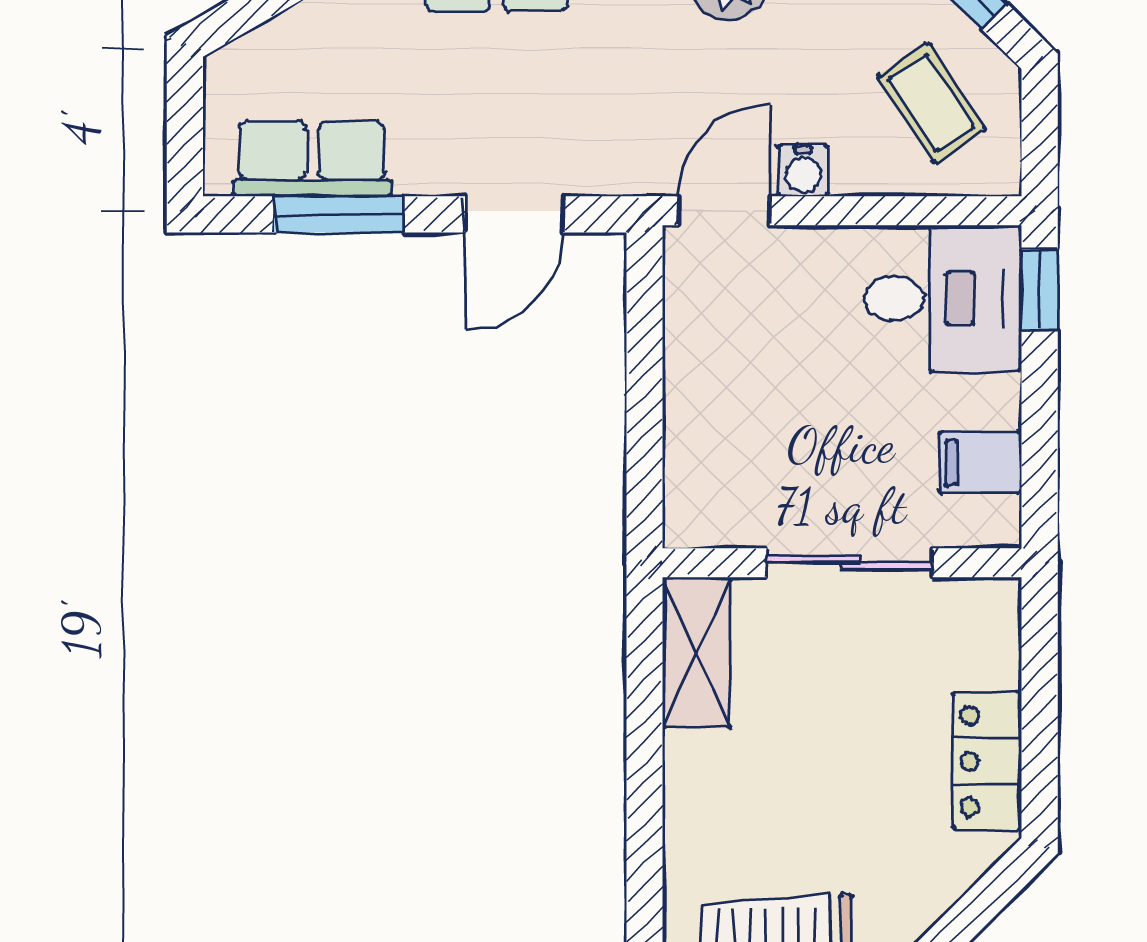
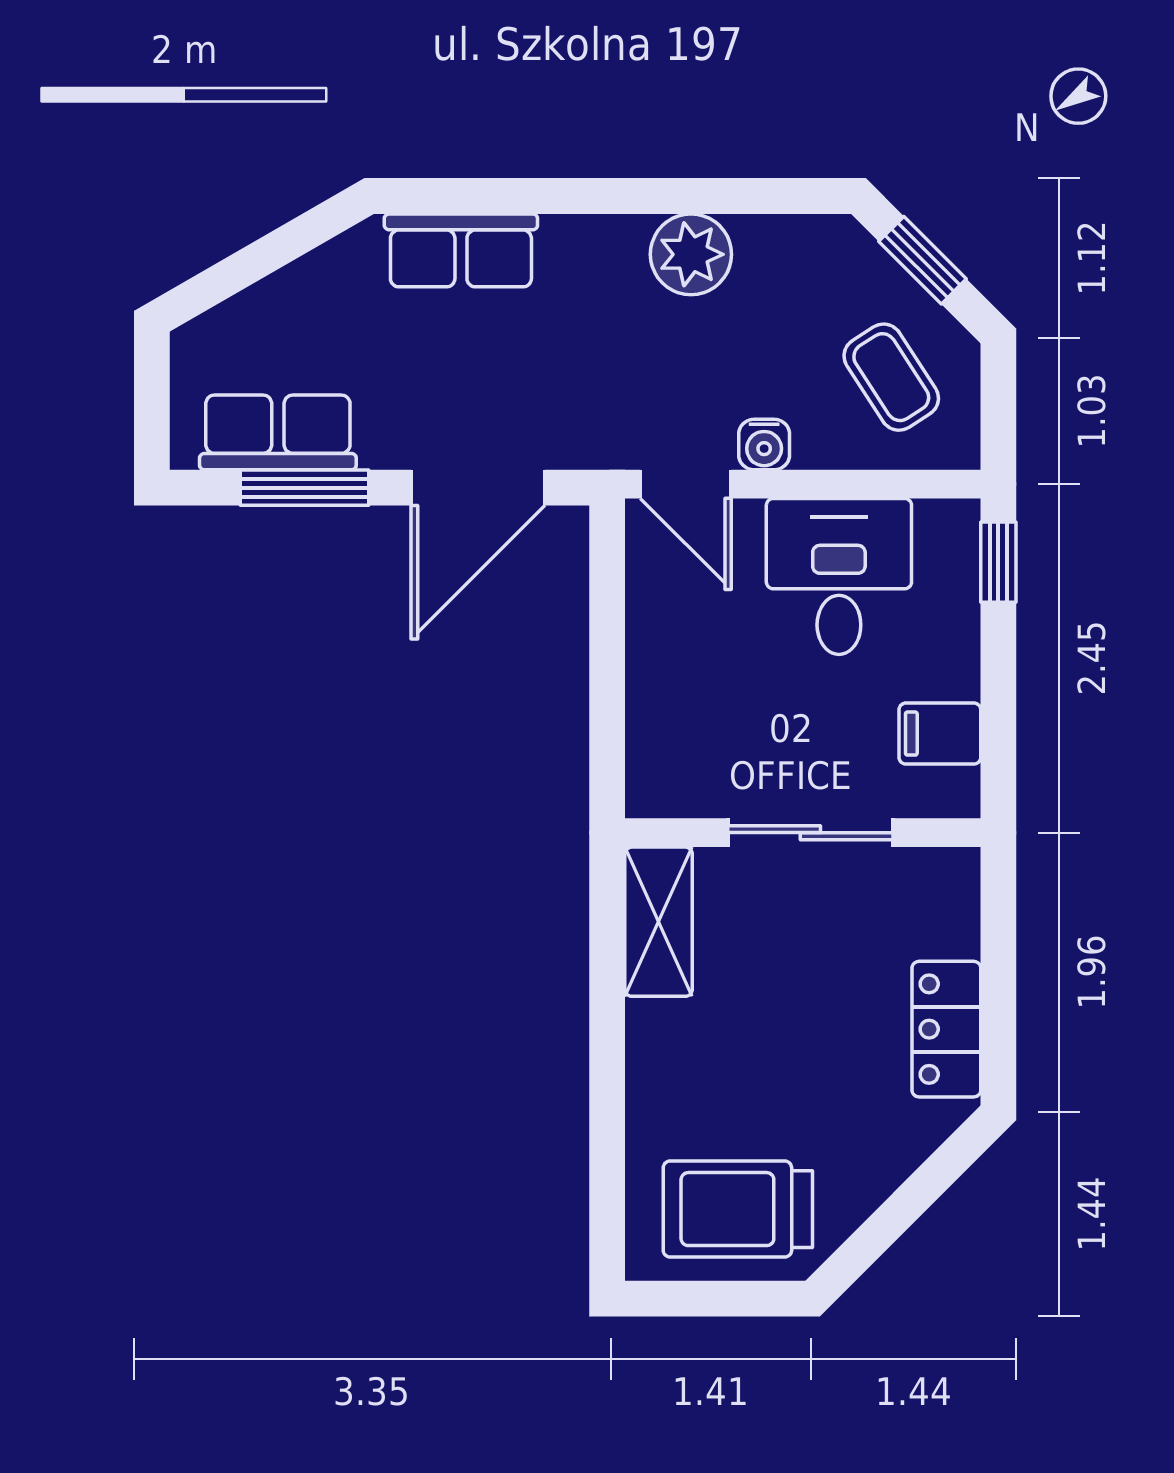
door: (724, 211) -> (686, 484), swing flipped
door: (514, 214) -> (478, 488), width x1.38
desk: (943, 298) -> (839, 576), moved, turned -90

